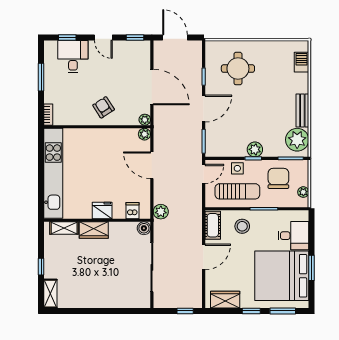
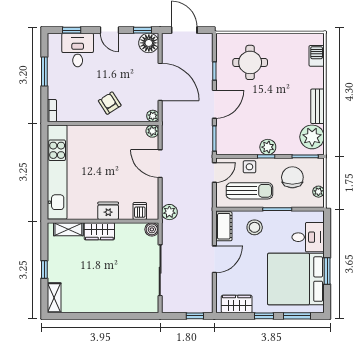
floor lamp: (141, 50) -> (149, 43), added

